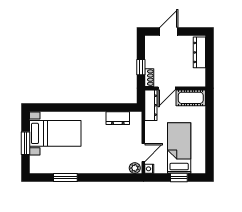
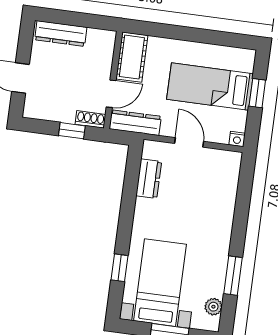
door: (167, 88) -> (111, 94), hinge flipped
window: (61, 107) -> (119, 268), added
door: (143, 153) -> (189, 142), moved
plant: (135, 168) -> (213, 307), moved

